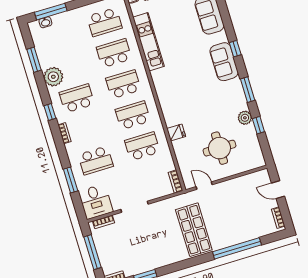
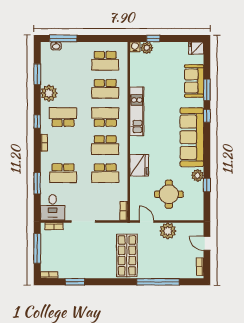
kitchen unit: (149, 42) -> (137, 111), moved
school desk: (114, 53) -> (105, 89), turned 180
sofa: (224, 62) -> (192, 137), width x1.85, depth x1.27
window: (248, 90) -> (207, 90), moved
school desk: (133, 115) -> (105, 145), turned 180
fridge: (176, 132) -> (139, 165), width x1.88, depth x1.34
school desk: (142, 146) -> (105, 173), turned 180
plant: (231, 189) -> (168, 231), added

